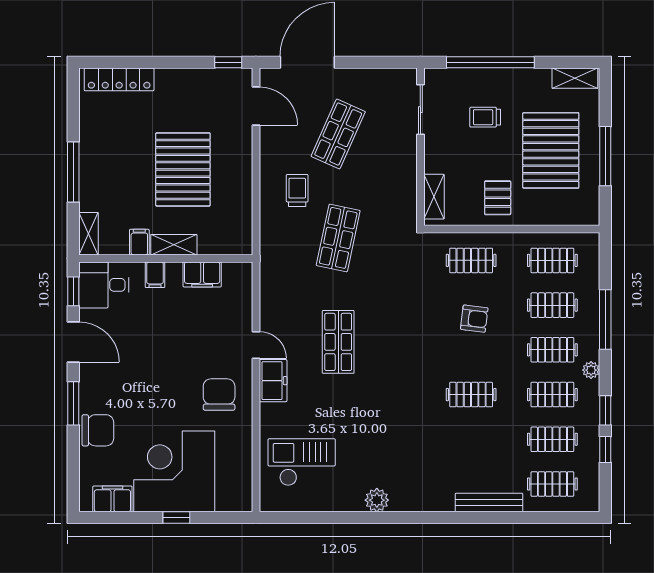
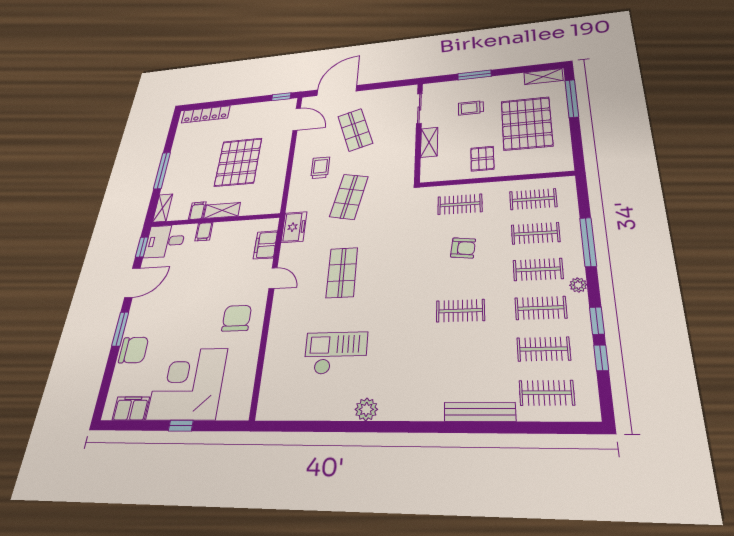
window: (490, 62) -> (474, 75), width x0.47
shop shelf: (338, 134) -> (355, 130), turned -42
window: (605, 156) -> (572, 98), moved
shelving: (434, 197) -> (429, 142), moved
filing cabinet: (202, 274) -> (265, 245), moved, turned 90
door: (73, 342) -> (132, 283), hinge flipped
freezer: (273, 381) -> (294, 227), moved
checkout: (302, 462) -> (336, 353), moved

